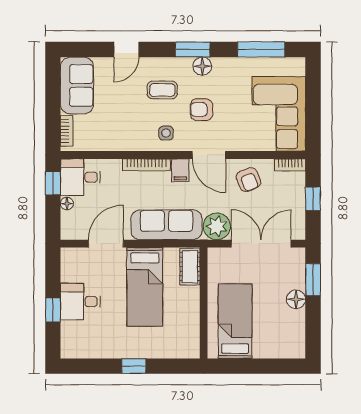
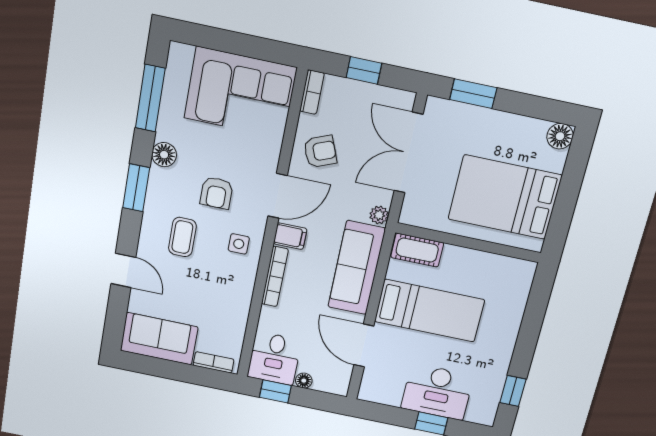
floor lamp: (202, 66) -> (164, 155), moved
plant: (217, 226) -> (379, 215), width x0.53, depth x0.53
floor lamp: (296, 299) -> (560, 136), moved
desk: (80, 302) -> (437, 392), width x1.37
bed: (235, 321) -> (505, 197), width x1.50
window: (134, 366) -> (513, 391), moved

